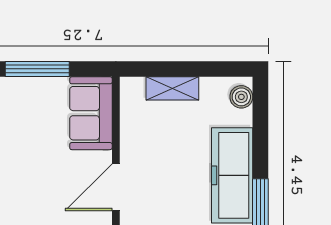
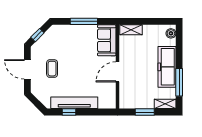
shelving: (172, 88) -> (131, 30), moved

